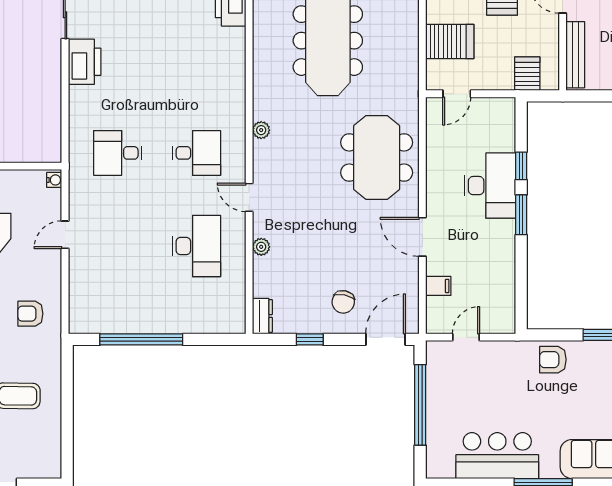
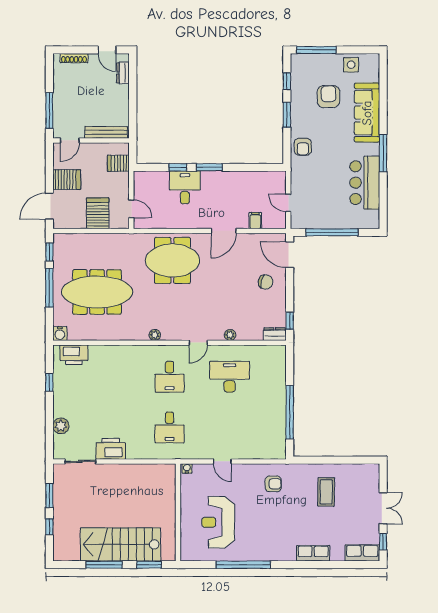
desk: (196, 153) -> (170, 377), turned 180
desk: (490, 186) -> (185, 187), width x0.73
armchair: (30, 314) -> (273, 484), turned -90
window: (310, 339) -> (290, 321), moved

